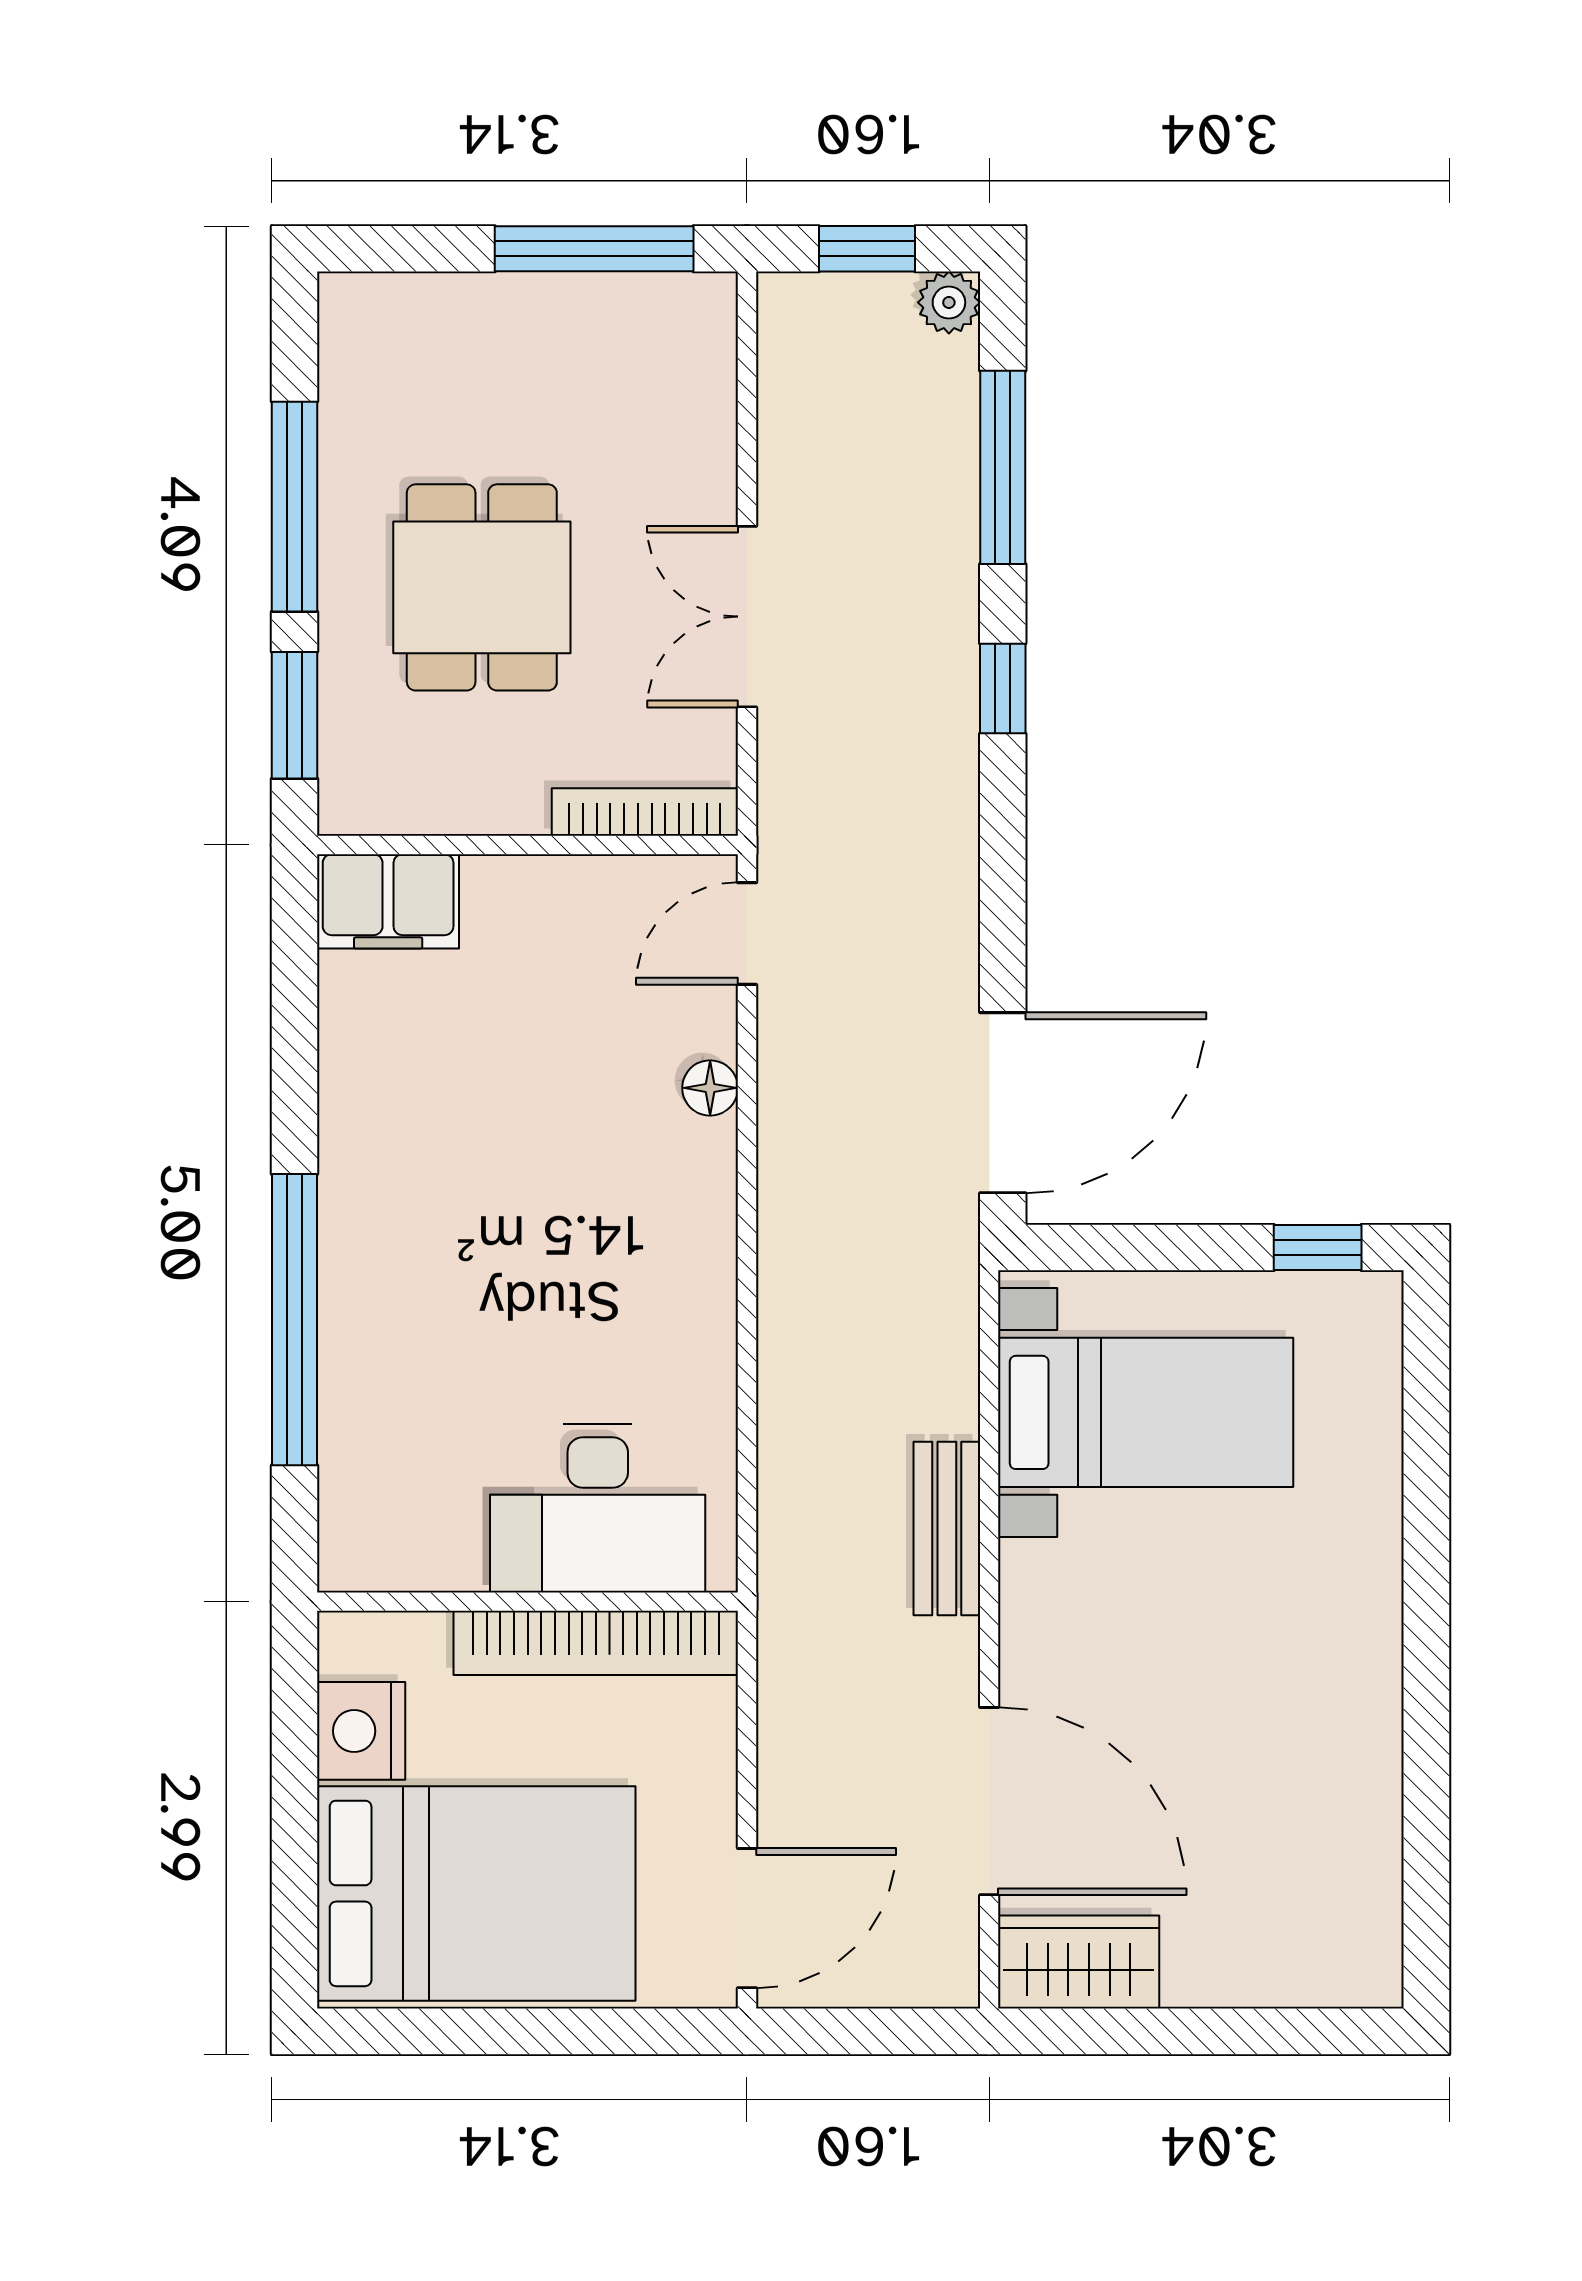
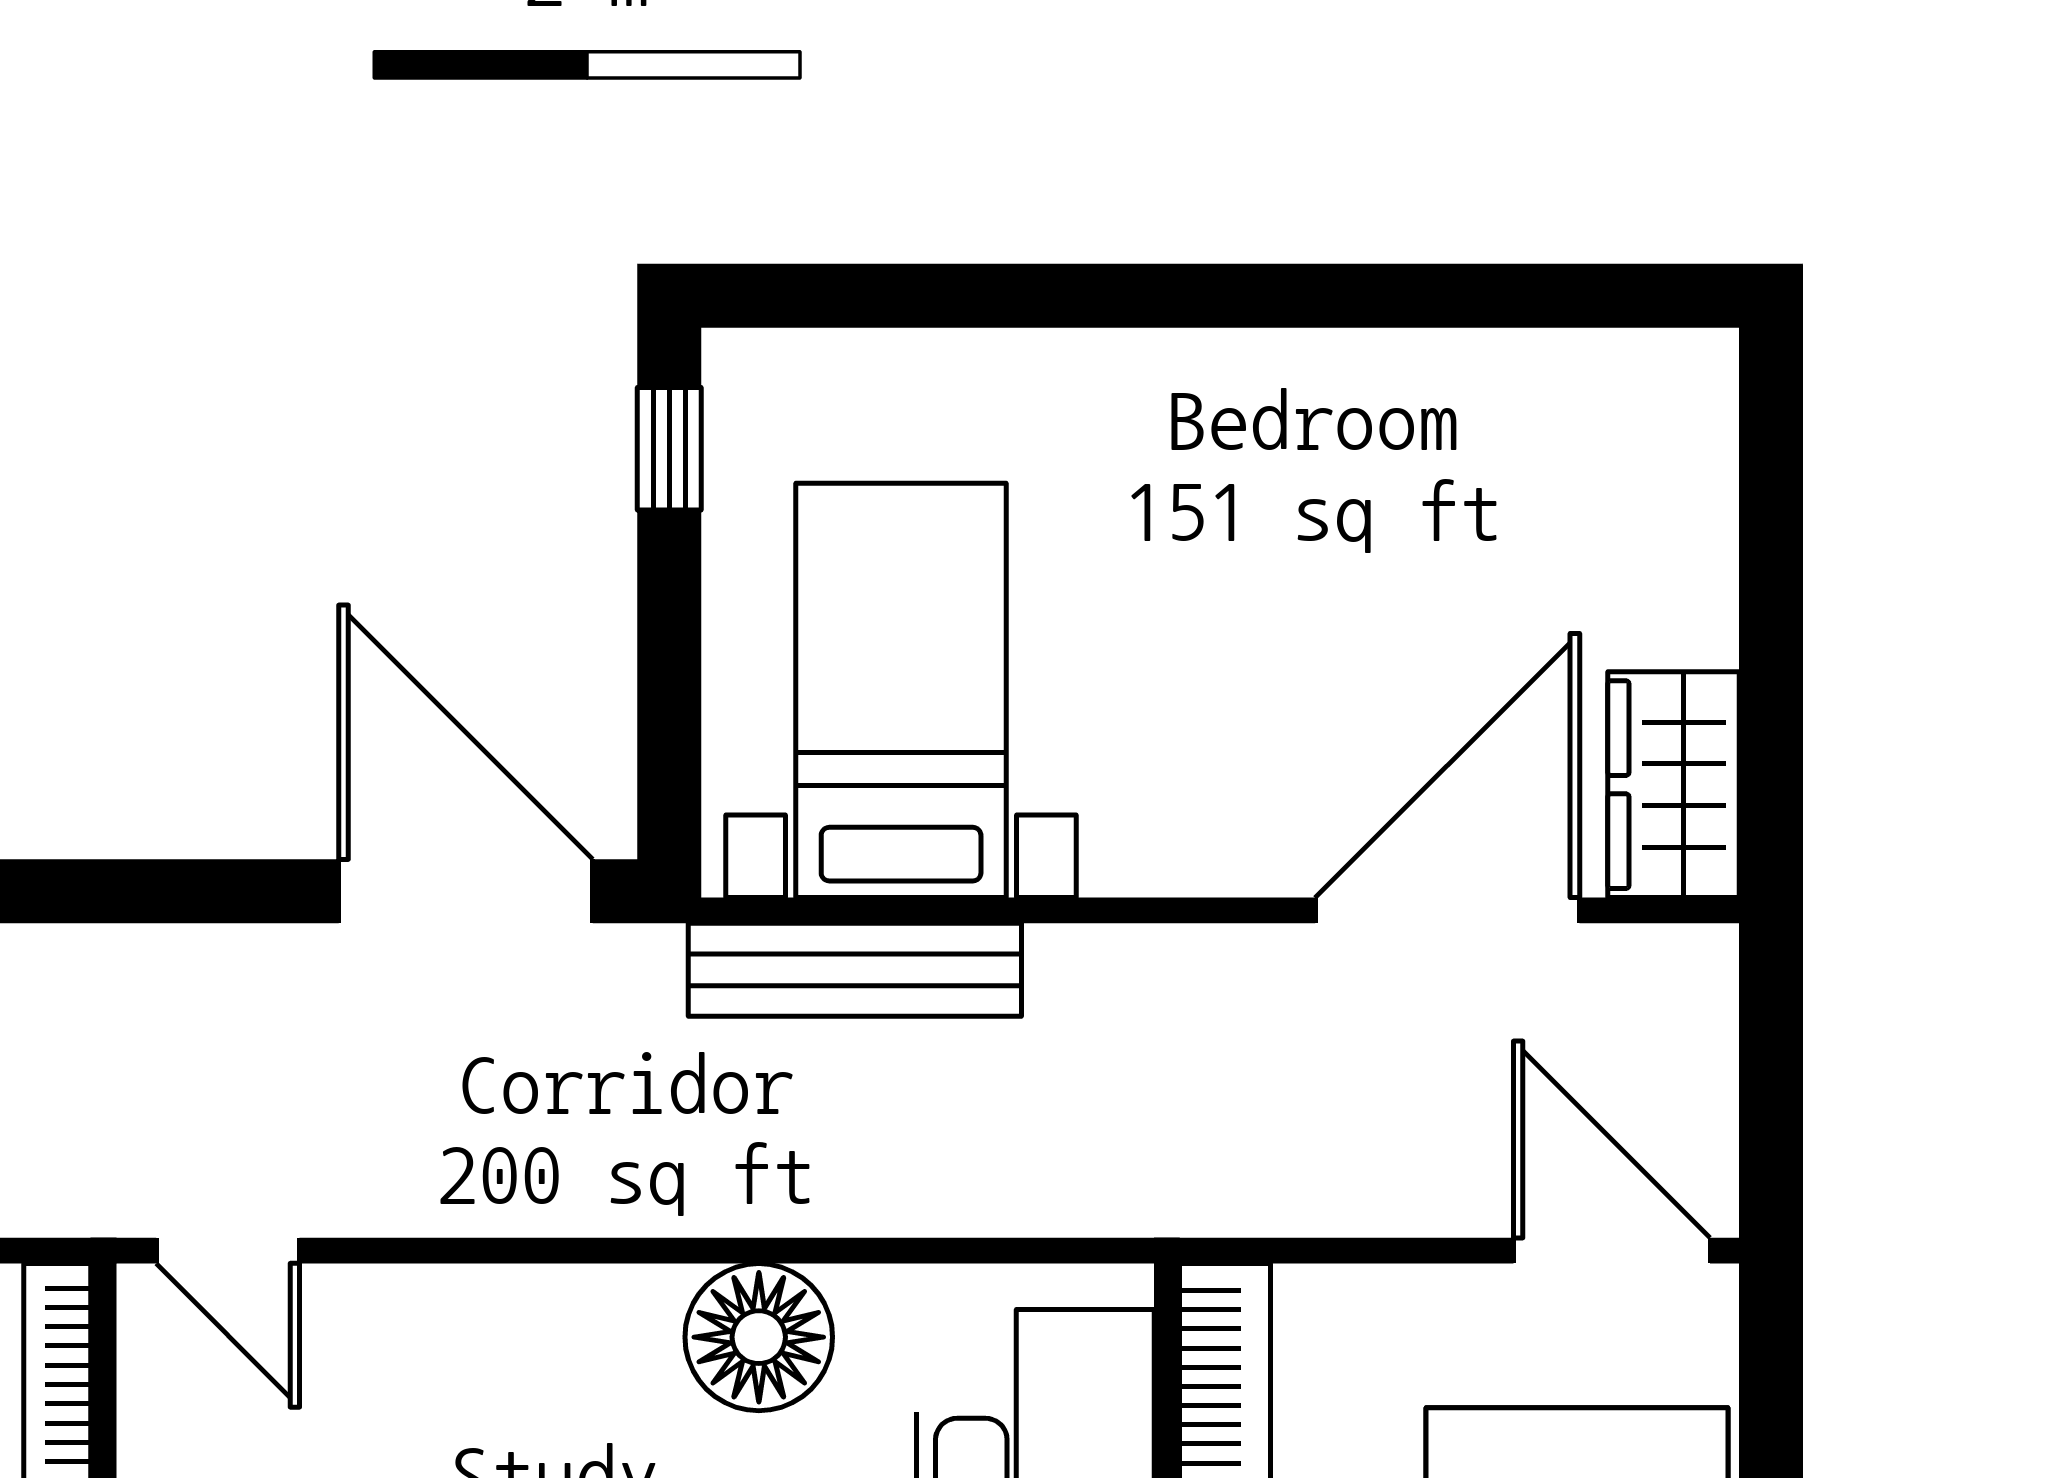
floor lamp: (710, 1088) -> (759, 1337), moved, width x1.89, depth x1.89
bench: (947, 1529) -> (855, 970), moved, width x1.36

